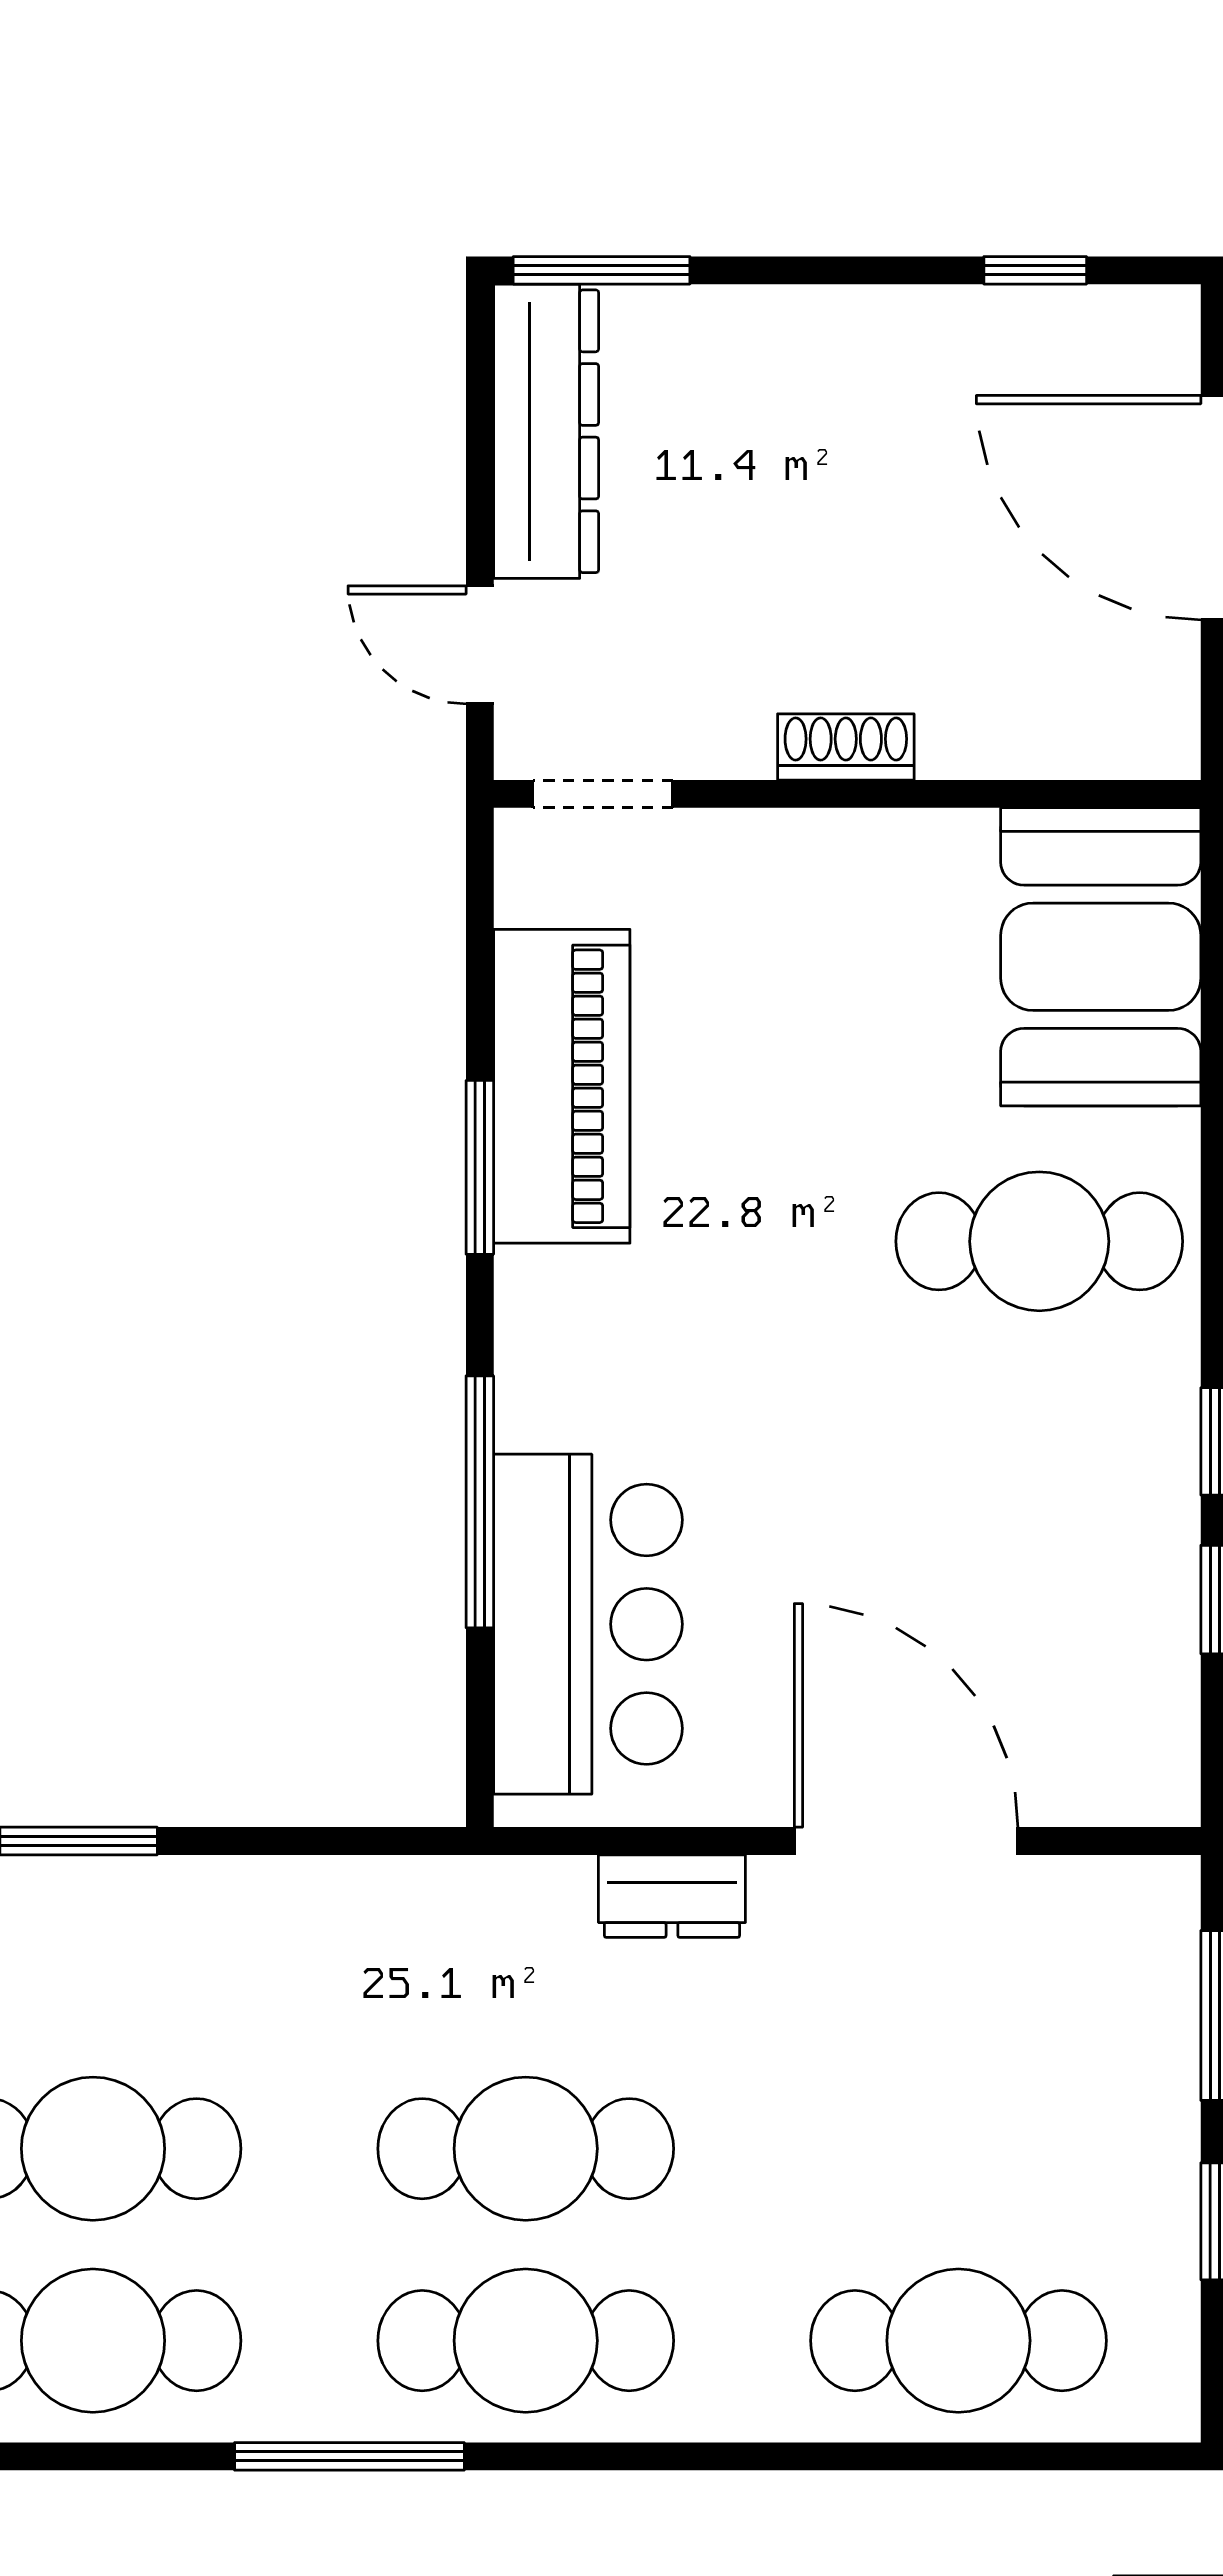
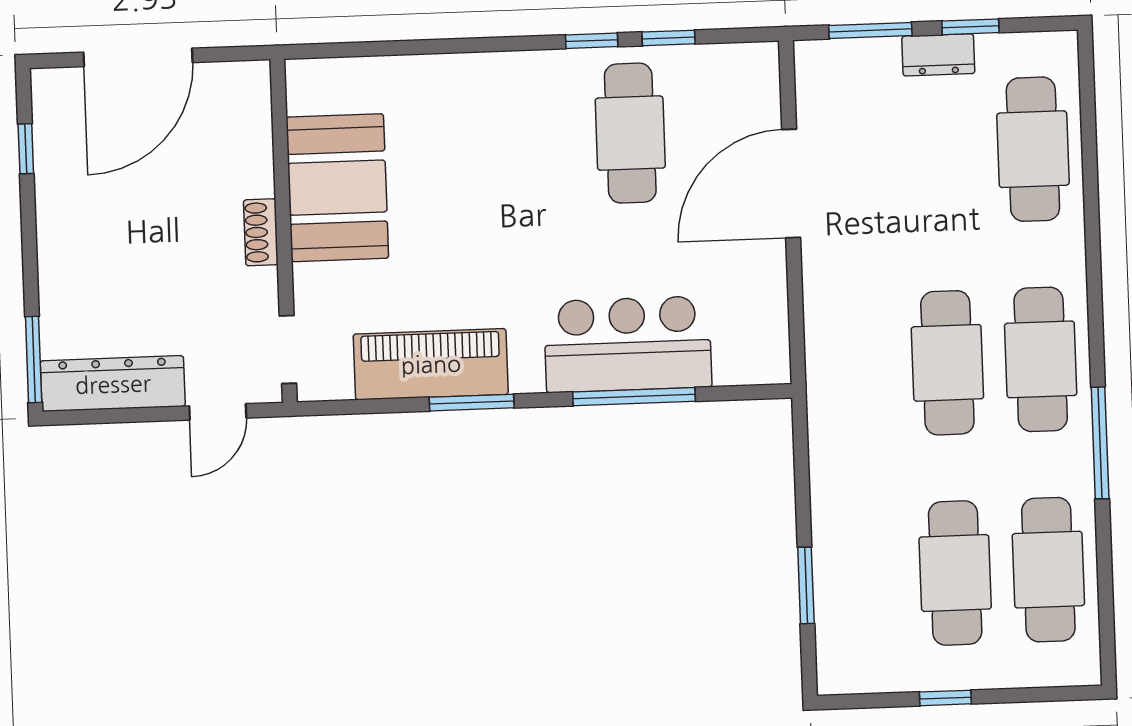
booth: (1101, 957) -> (337, 188), moved, turned 90
cafe table: (1039, 1241) -> (630, 133), moved
bar counter: (588, 1624) -> (628, 344), moved
dresser: (672, 1896) -> (938, 55), moved, turned 90

